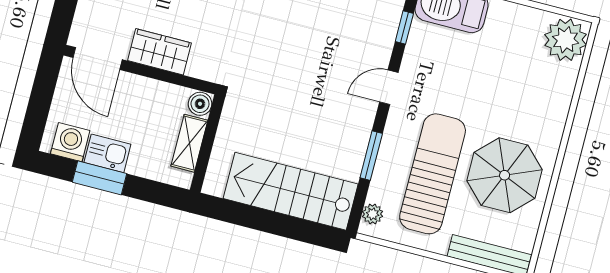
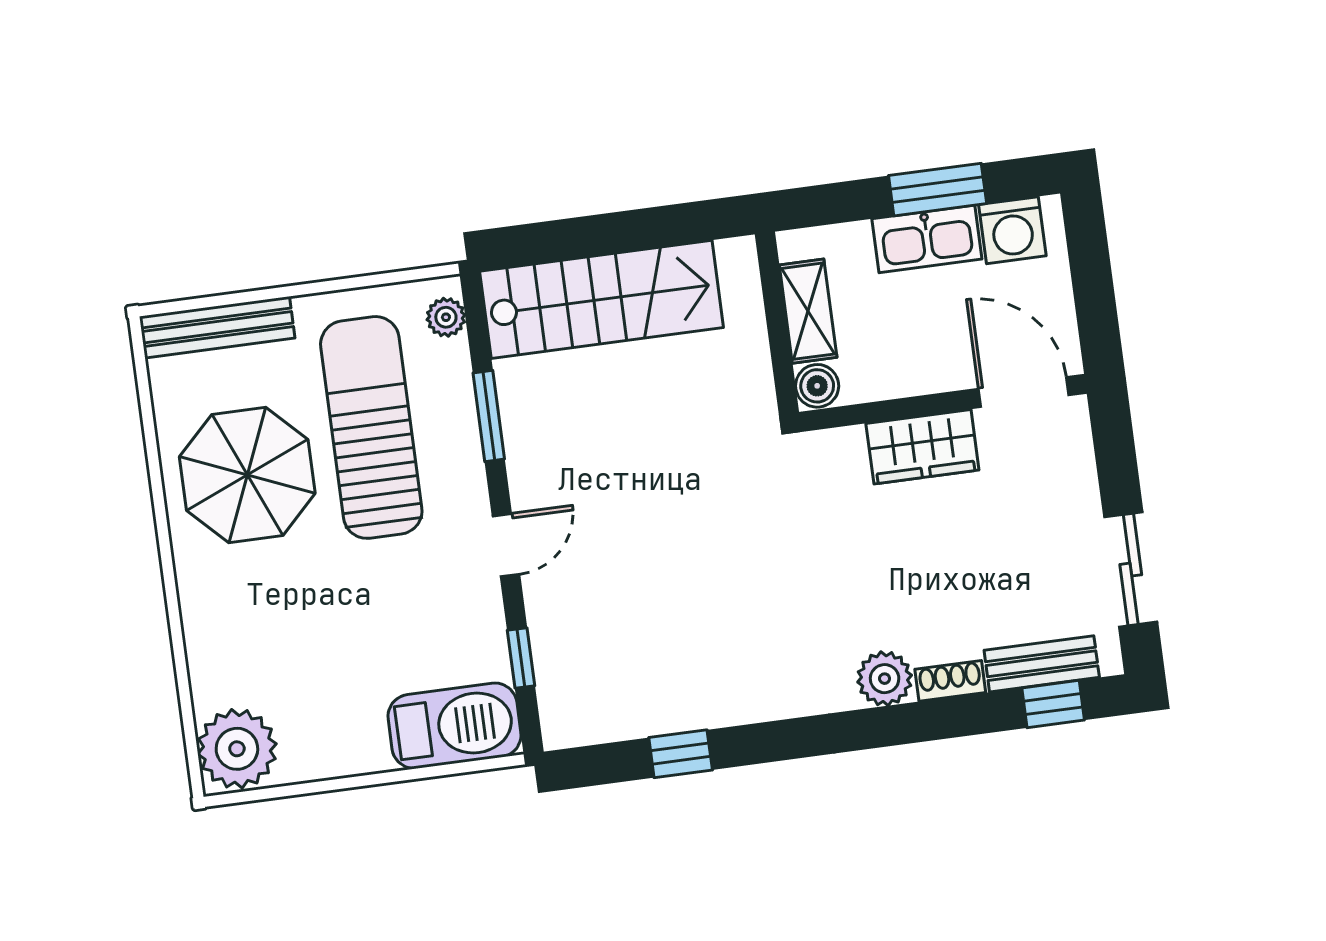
kitchen sink: (107, 153) -> (927, 239), width x1.38
sun lounger: (433, 174) -> (371, 427), turned 180

